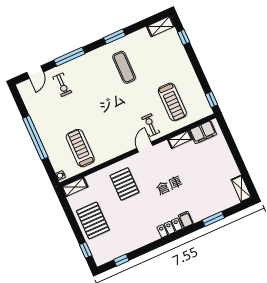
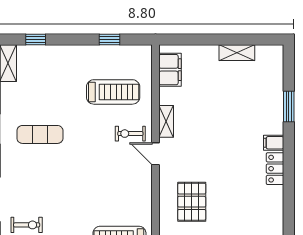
window: (212, 99) -> (110, 40), moved
shelving: (180, 139) -> (166, 121), moved
pallet: (124, 184) -> (192, 202), turned 90
shelving: (241, 189) -> (237, 53), moved

